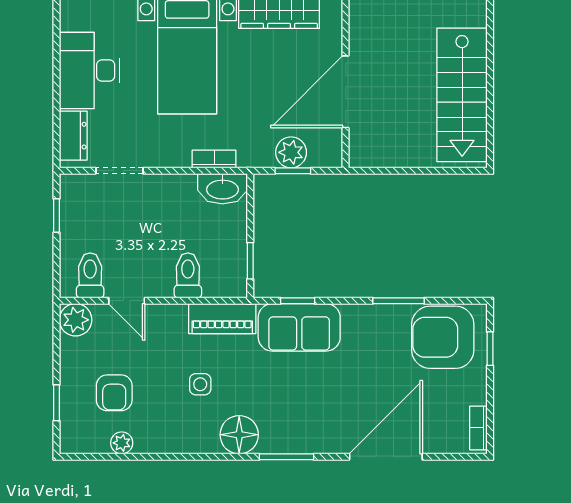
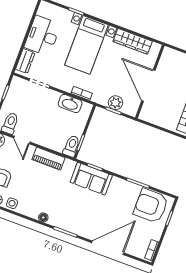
door: (346, 92) -> (148, 86), hinge flipped
washbasin: (222, 189) -> (70, 103), moved
toilet: (188, 275) -> (71, 146), moved
piano: (222, 319) -> (48, 159), moved
side table: (200, 384) -> (12, 203), moved
floor lamp: (239, 435) -> (43, 217), width x0.53, depth x0.53

